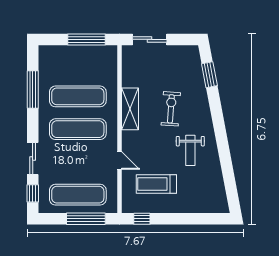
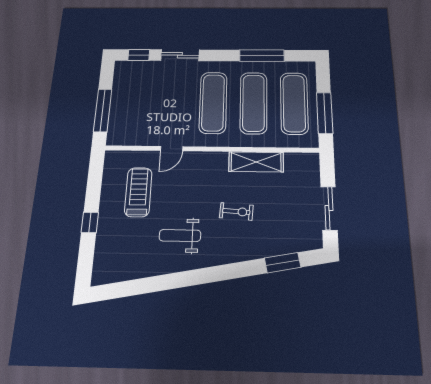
sliding door: (150, 39) -> (329, 208), moved
shelving: (130, 109) -> (256, 162), moved
exercise bike: (171, 109) -> (236, 211), width x0.73, depth x0.72
exercise mat: (78, 195) -> (294, 103), moved
window: (142, 219) -> (90, 222), moved

